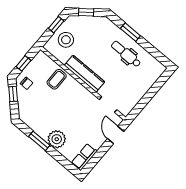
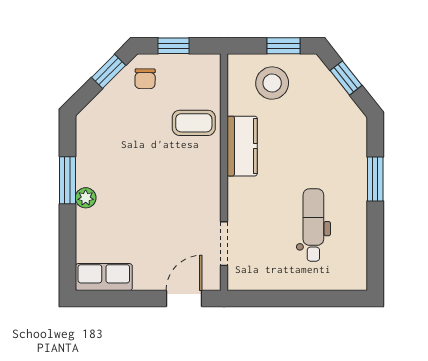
dental chair: (126, 54) -> (313, 225), moved
kitchen counter: (85, 74) -> (242, 146), width x0.67
plant: (57, 139) -> (86, 198), width x0.53, depth x0.53

